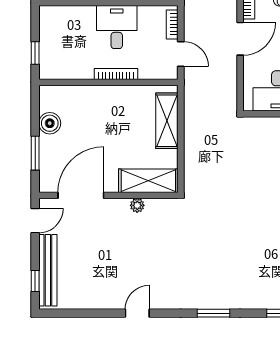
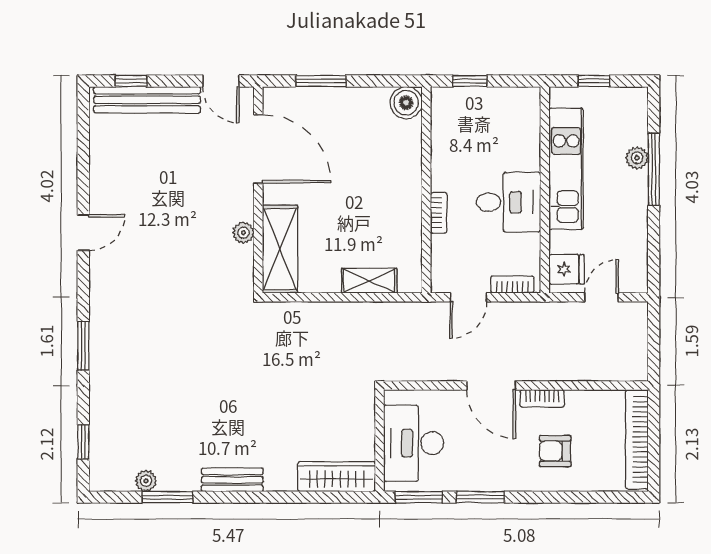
bookcase: (116, 74) -> (439, 213), width x0.64
shelving: (167, 121) -> (369, 281), width x0.67, depth x0.75
boiler: (50, 123) -> (406, 103), moved
door: (137, 313) -> (83, 233), hinge flipped

